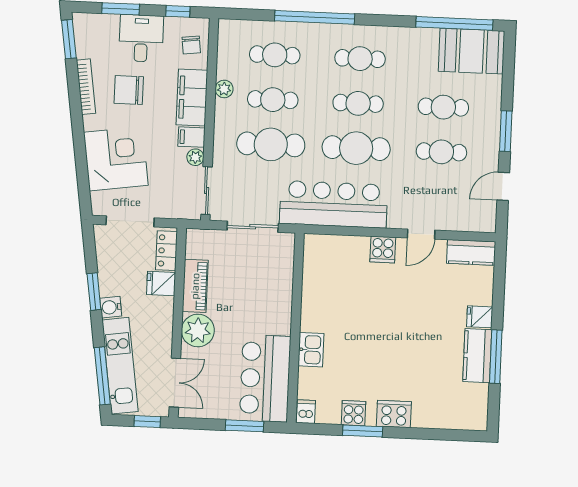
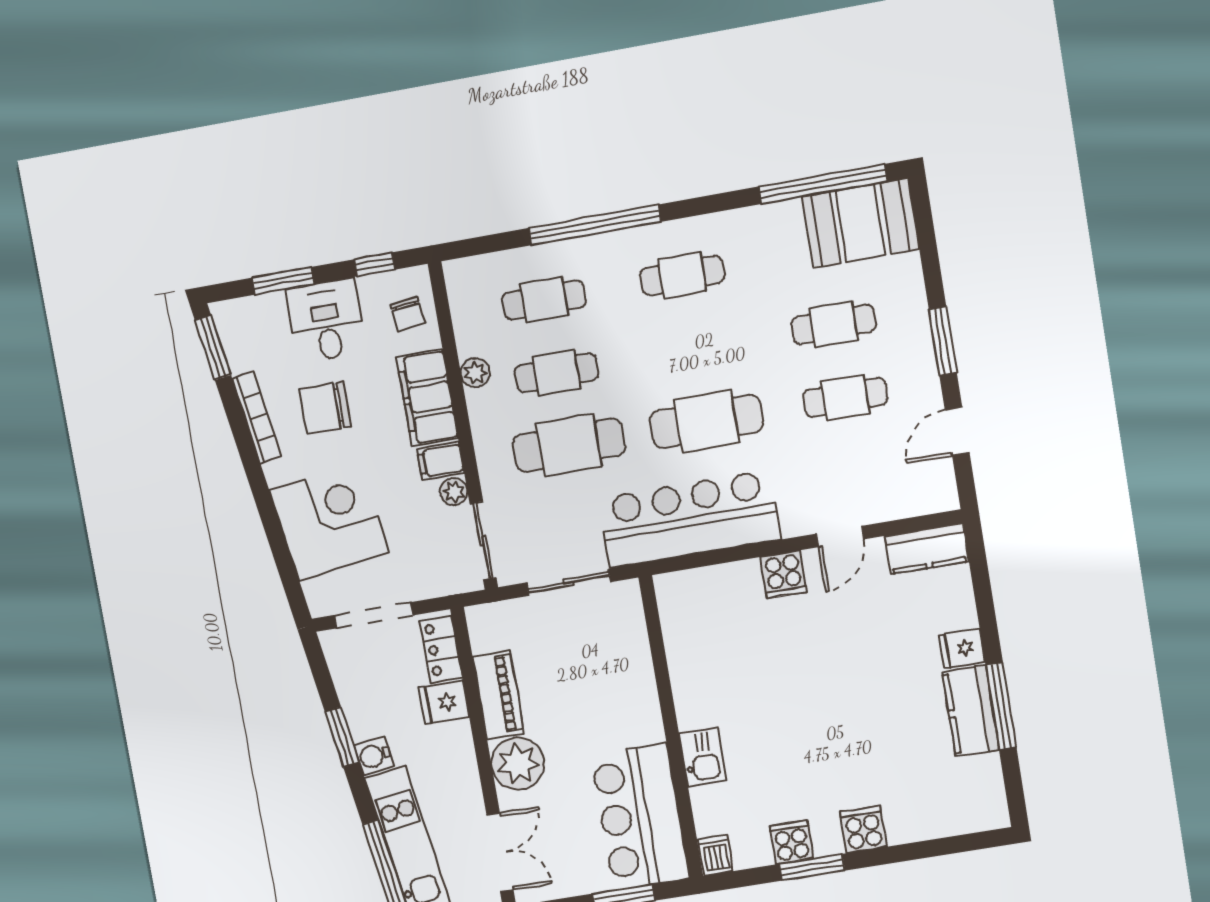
cafe table: (358, 103) -> (694, 349), removed
cooker: (394, 414) -> (863, 829), width x0.73

